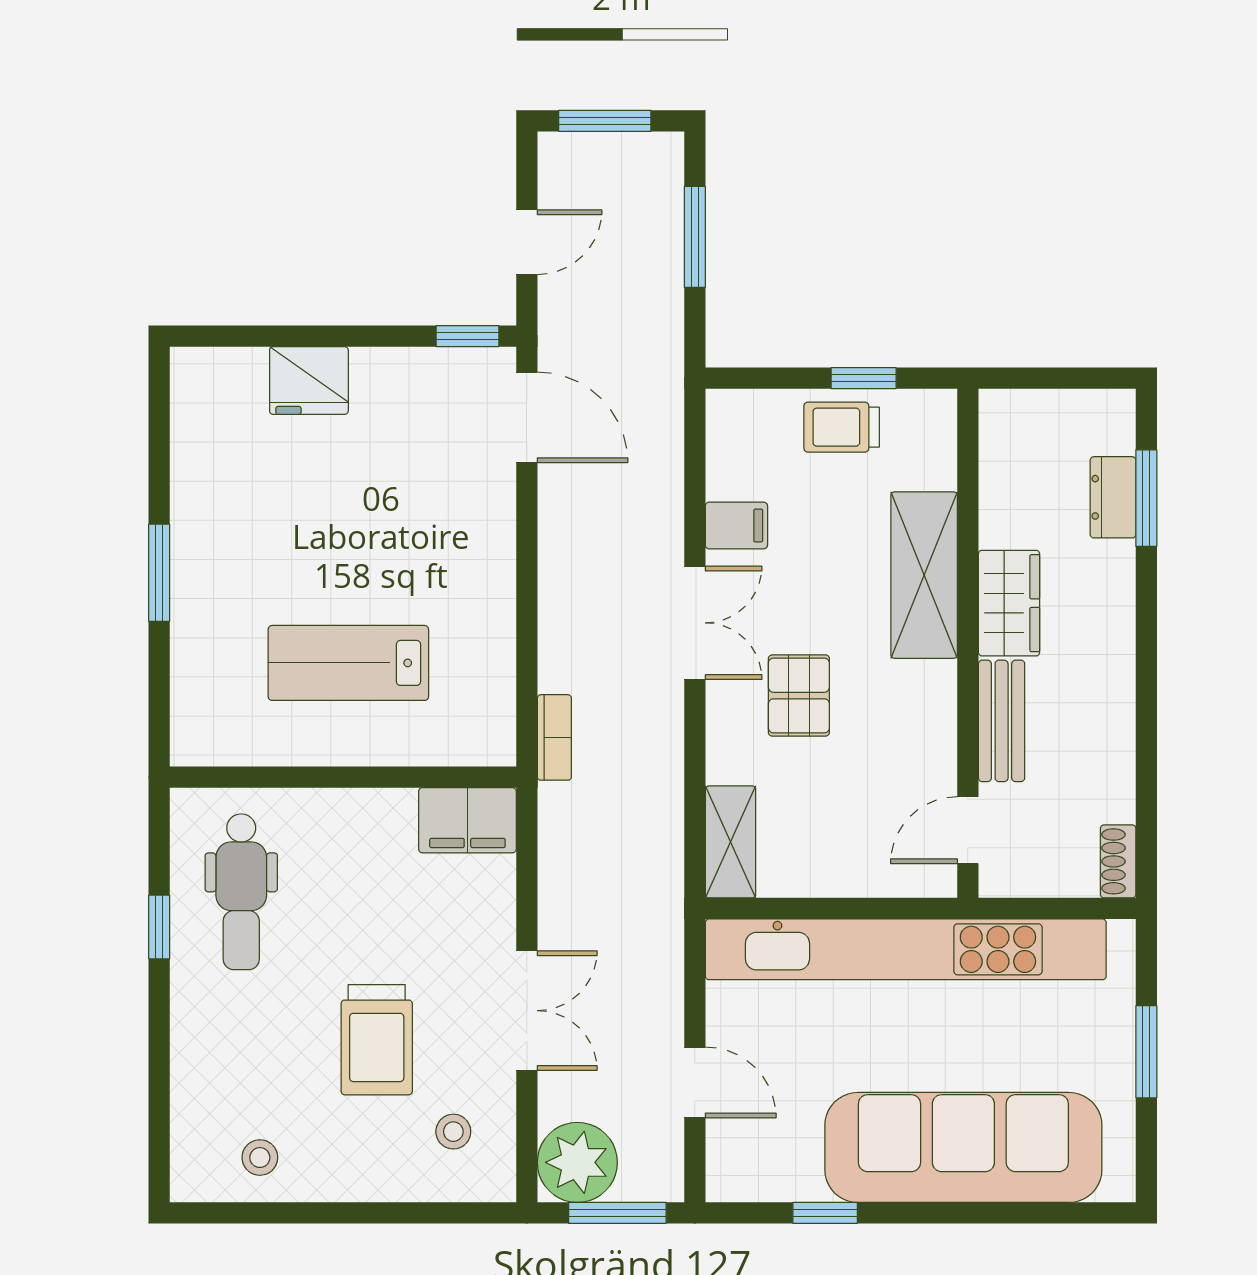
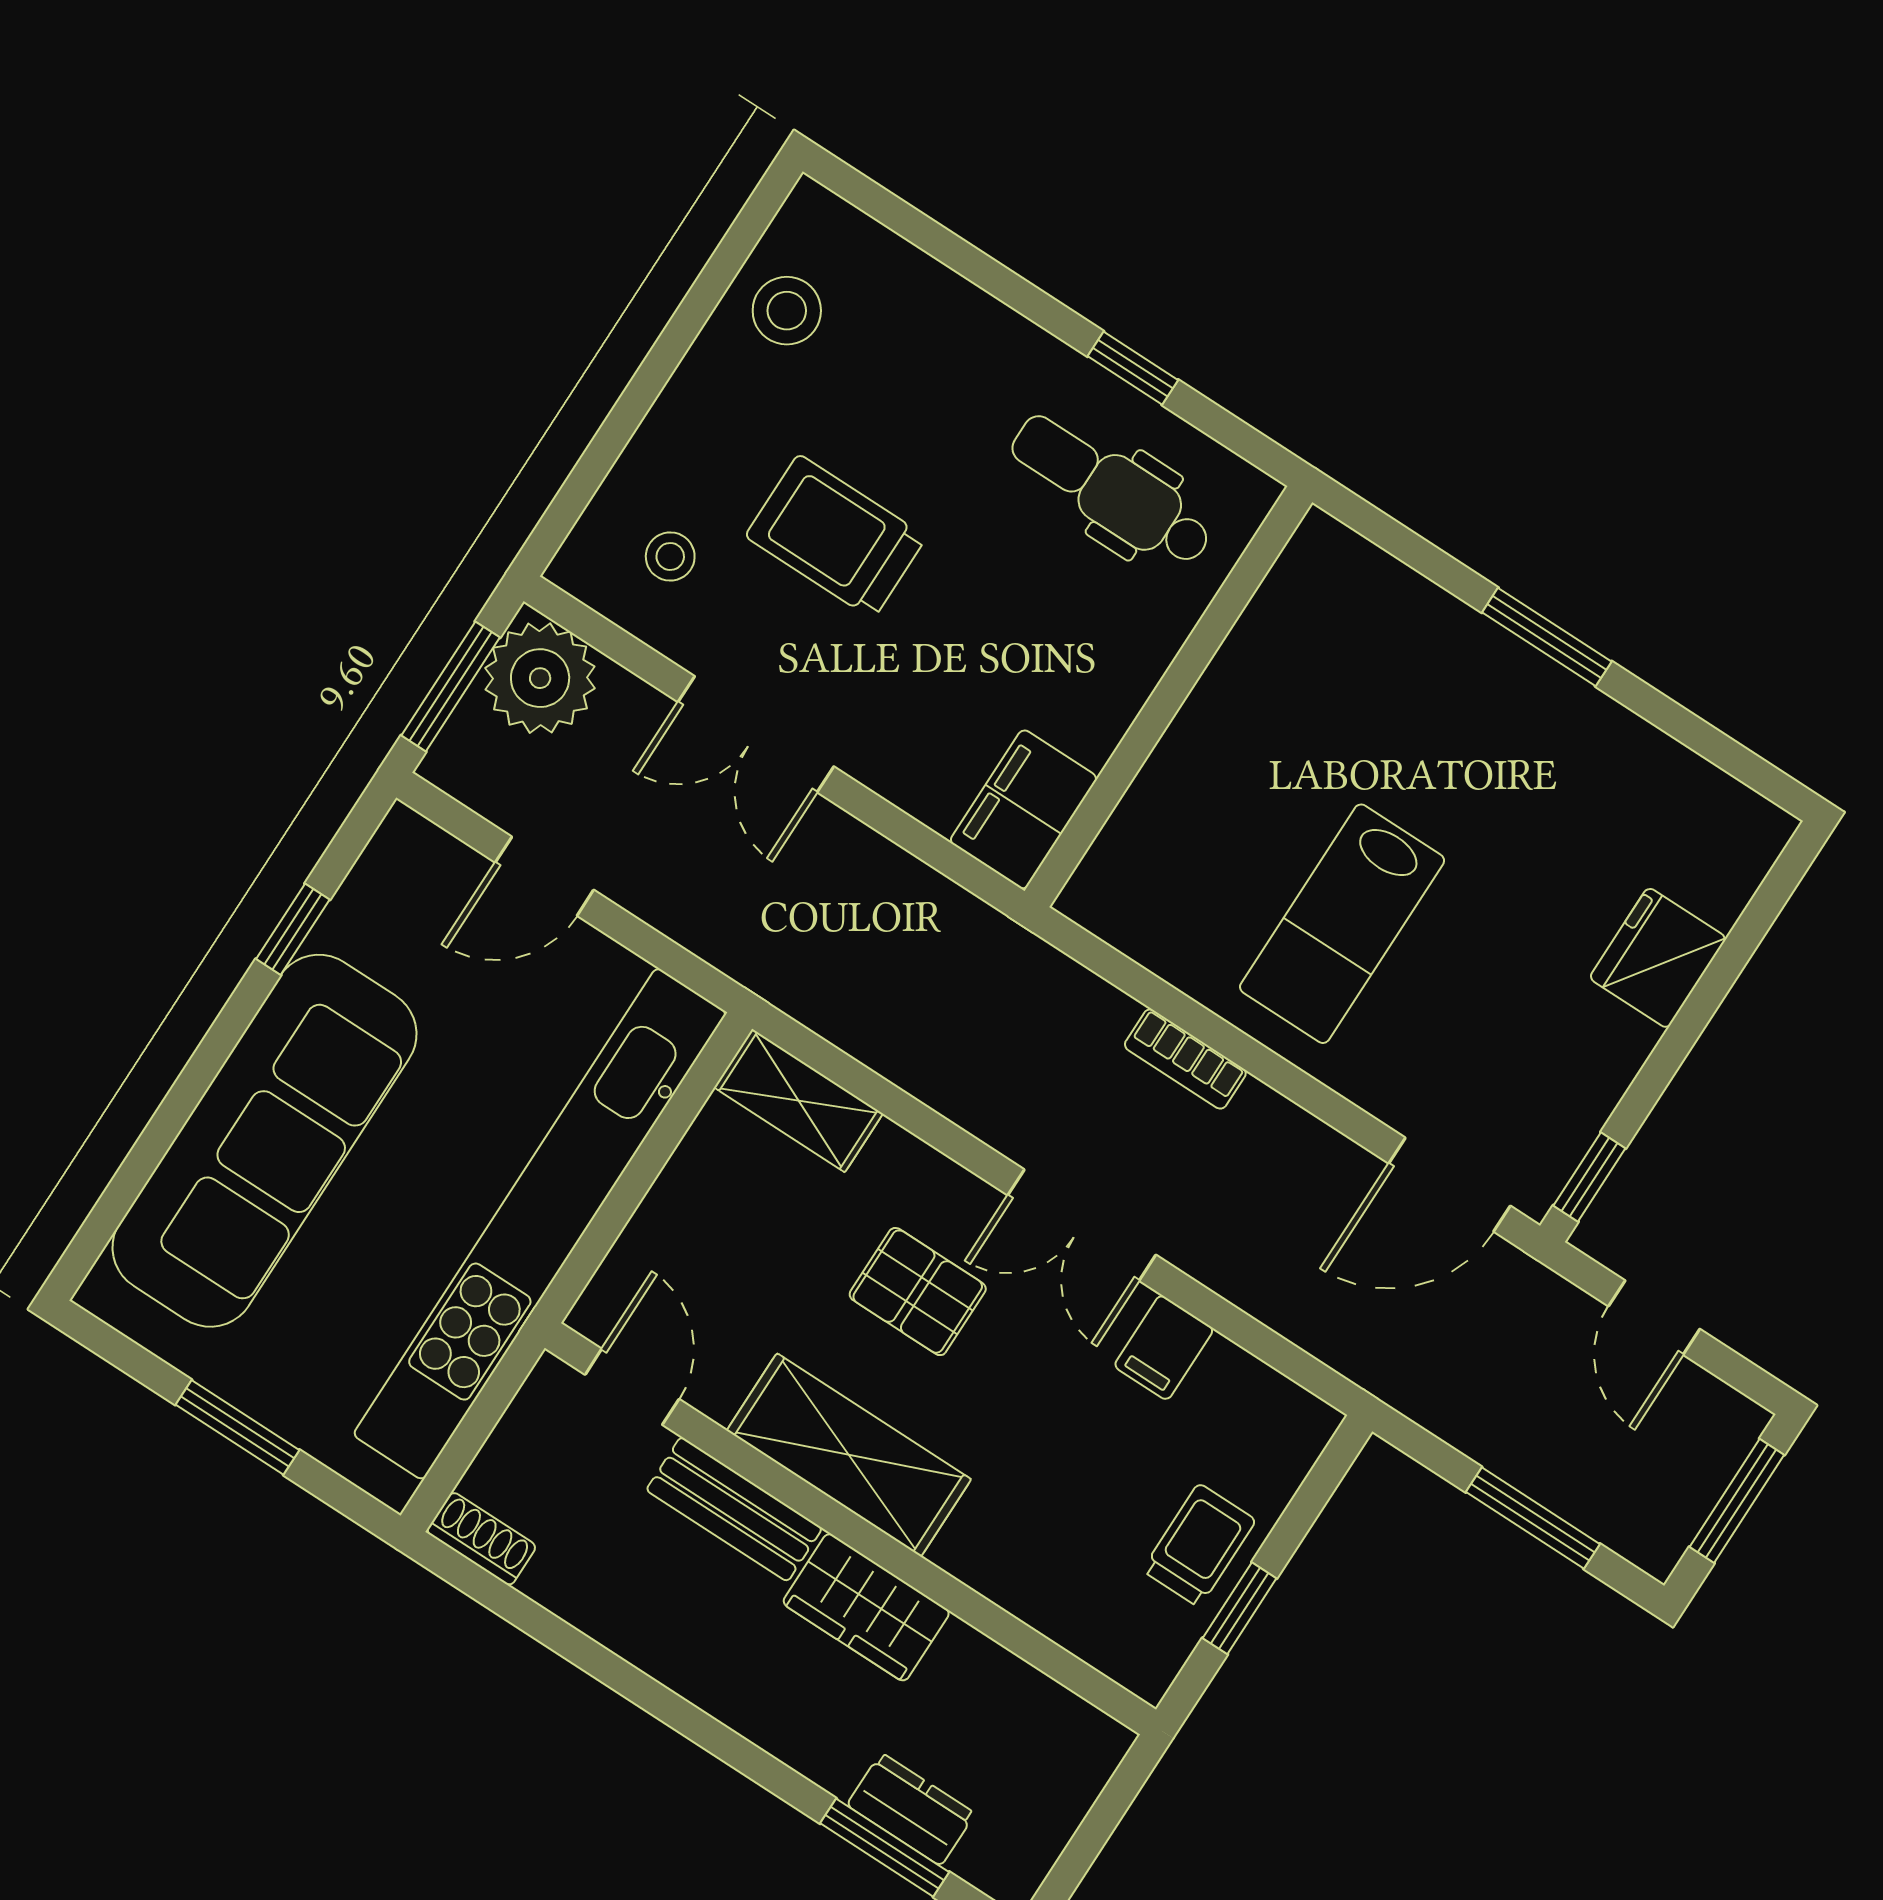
shelving: (924, 575) -> (849, 1455), moved
lab bench: (348, 663) -> (1342, 924), moved, turned 180
bookcase: (554, 737) -> (1185, 1059), moved
stool: (260, 1158) -> (787, 311), width x1.37, depth x1.37

